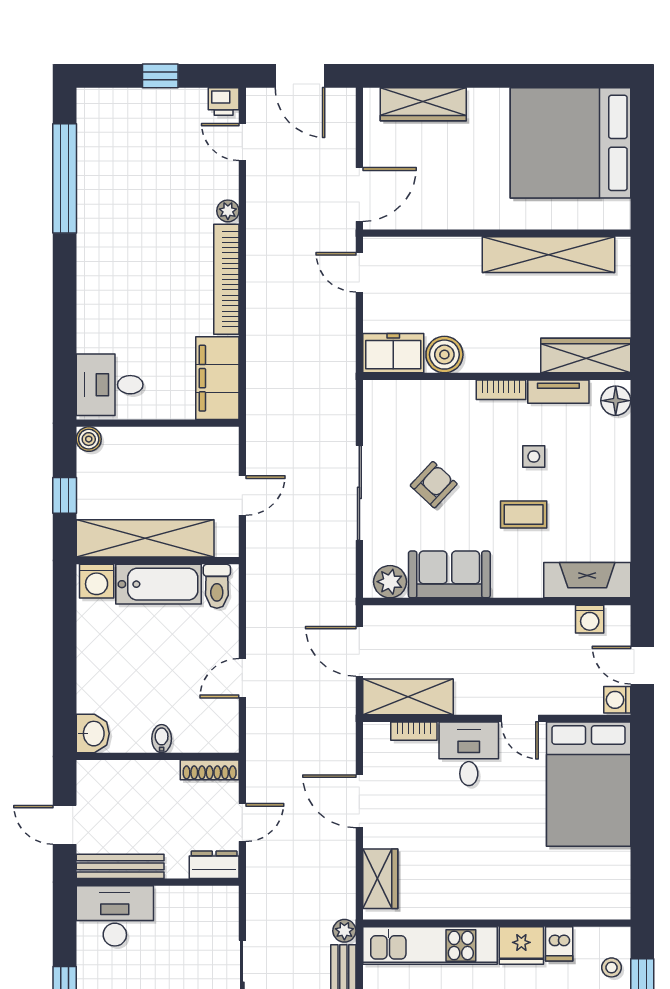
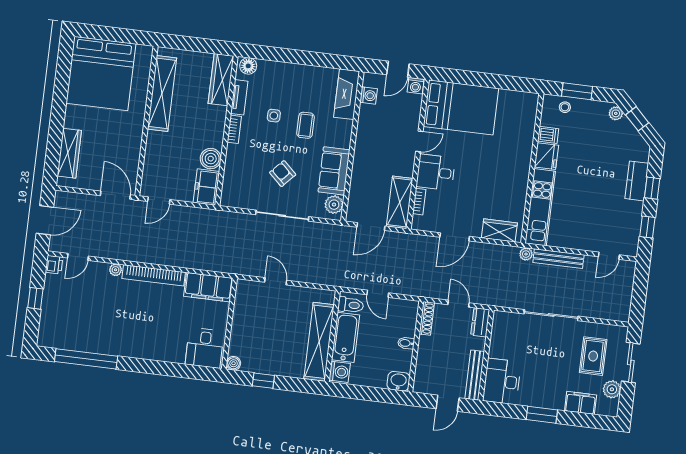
shelving: (145, 538) -> (319, 342), moved
wall: (158, 561) -> (332, 336), moved
washing machine: (97, 581) -> (340, 372), moved
bathtub: (158, 584) -> (346, 337), moved
toilet: (217, 586) -> (351, 305), moved

